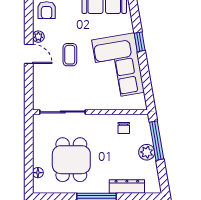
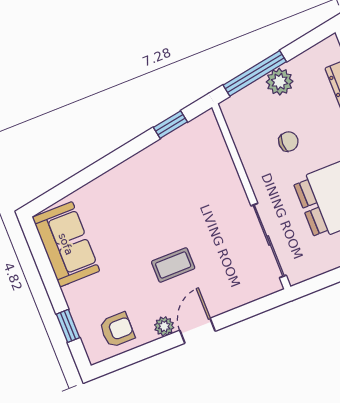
window: (140, 42) -> (170, 125), moved
corner sofa: (118, 66) -> (161, 181), removed
chair: (124, 128) -> (288, 142), moved

